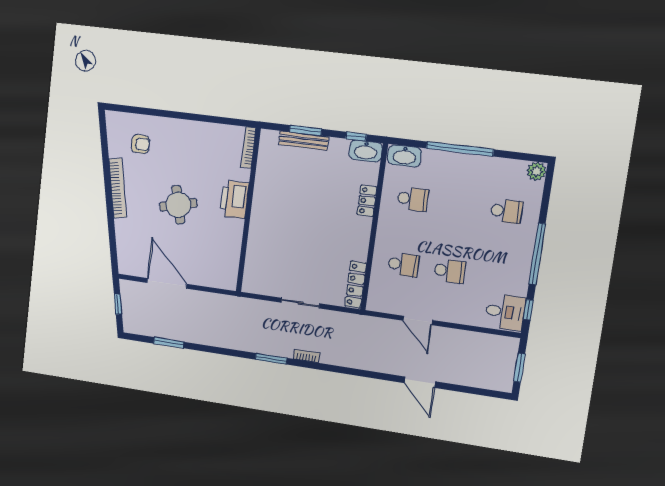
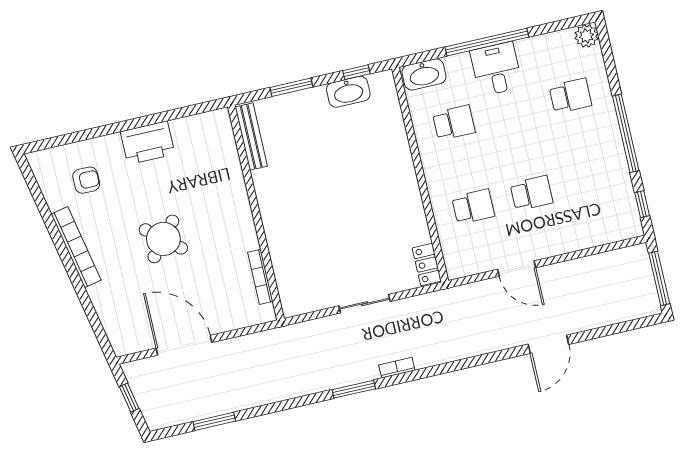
bench: (304, 141) -> (251, 137), moved, turned 90
bookcase: (248, 148) -> (260, 277), moved
washbasin: (366, 151) -> (348, 92), moved
printer: (234, 199) -> (148, 143), moved, turned -90
locker: (367, 201) -> (399, 145), removed
round table: (178, 205) -> (163, 239), turned -36
locker: (356, 285) -> (427, 264), width x0.66
desk: (505, 312) -> (496, 69), moved, turned -90
window: (519, 368) -> (659, 278), width x1.44
door: (420, 382) -> (548, 344), hinge flipped

